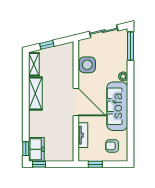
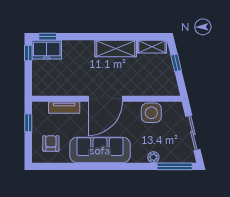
plant: (123, 76) -> (153, 157), moved

